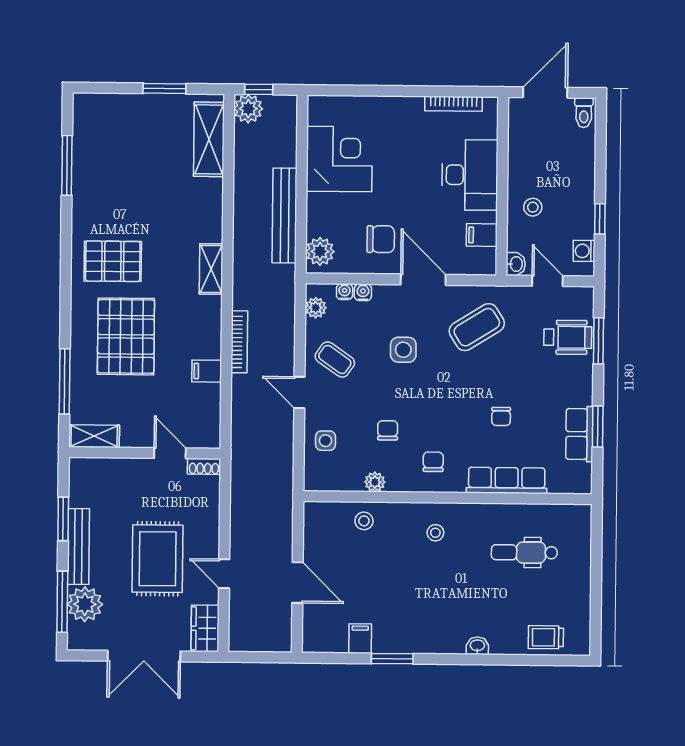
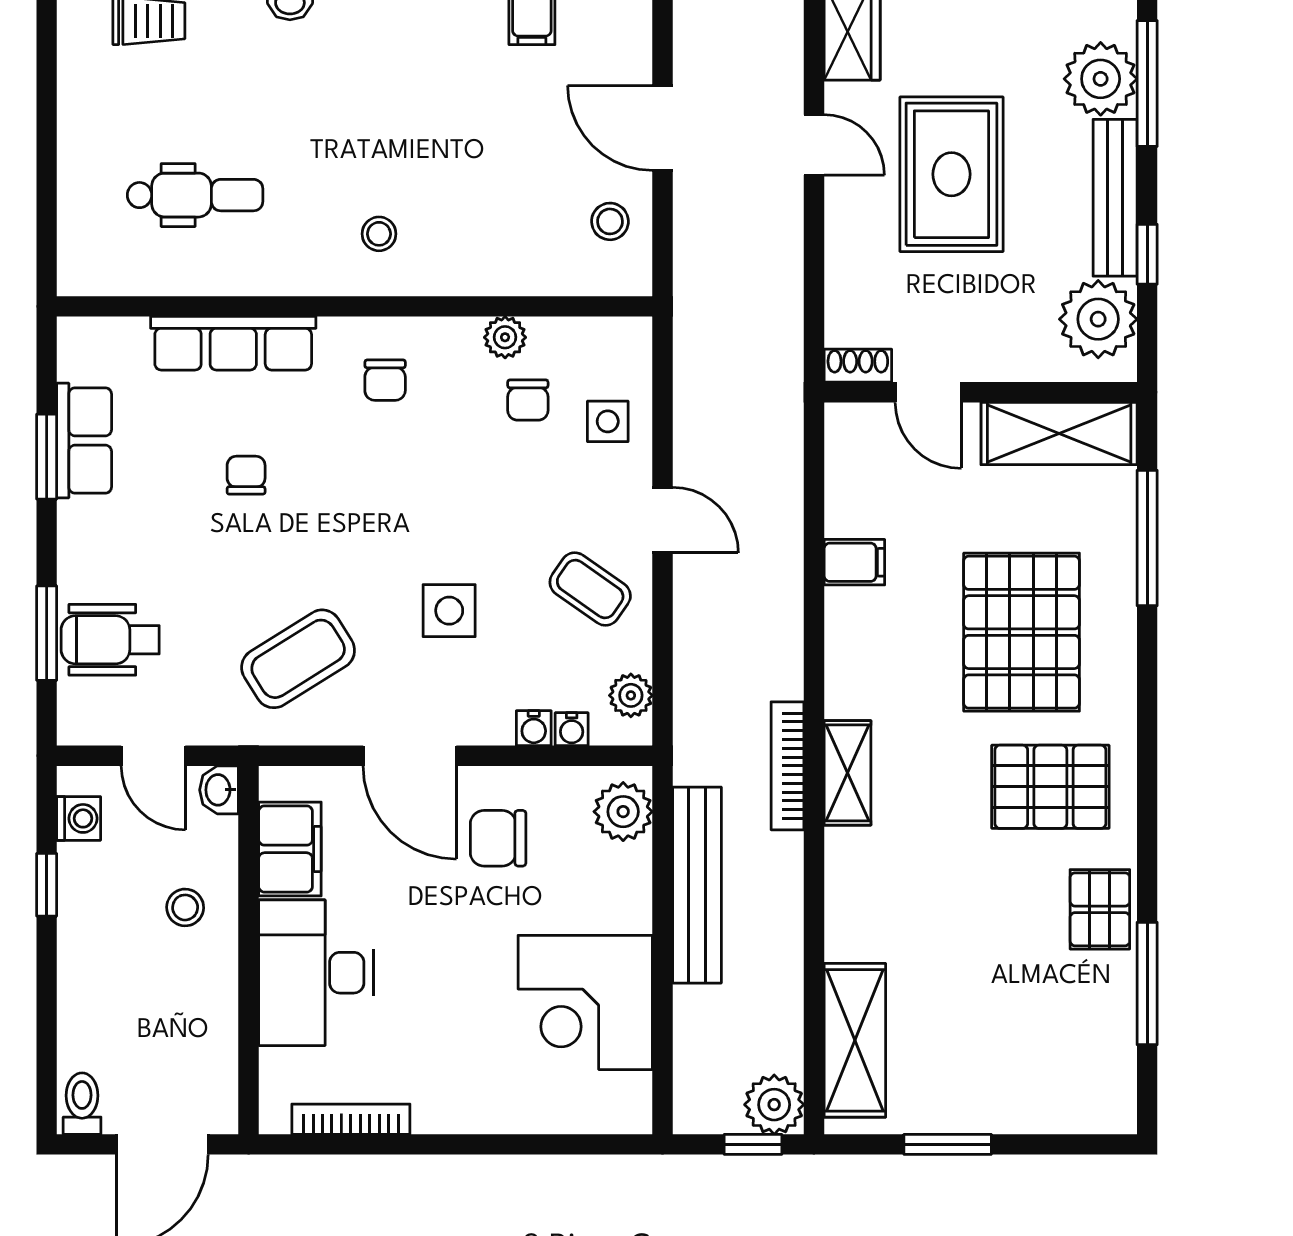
pallet: (89, 202) -> (1100, 909), added
filing cabinet: (482, 235) -> (290, 849), width x2.00
bookcase: (239, 342) -> (787, 766), moved
chair: (388, 430) -> (528, 400), moved
shelving: (94, 436) -> (1059, 433), width x1.50, depth x1.33
plant: (87, 488) -> (1098, 319), added
window: (63, 519) -> (1147, 254), width x0.67
stool: (364, 521) -> (610, 221), moved

